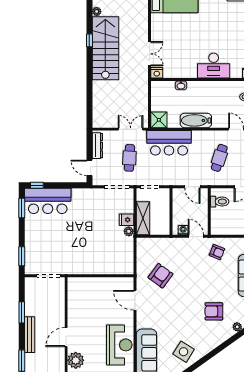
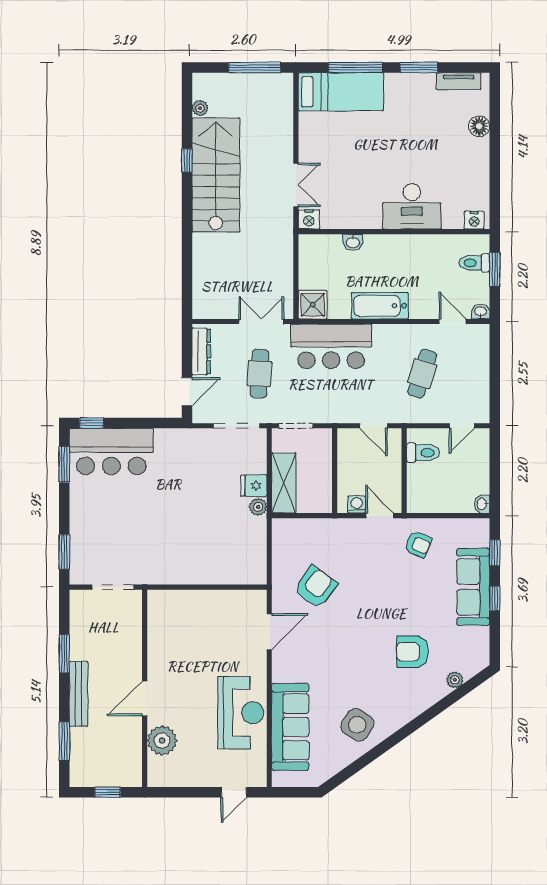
door: (89, 168) -> (187, 392), swing flipped
door: (135, 300) -> (269, 632), swing flipped

